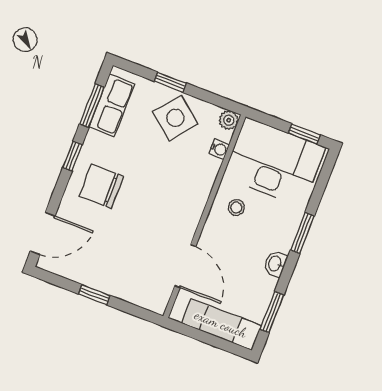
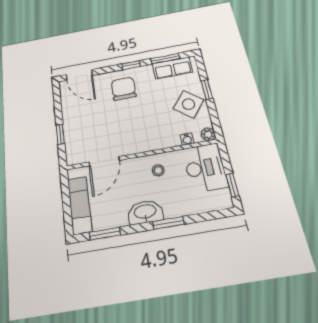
desk: (274, 162) -> (205, 168), width x0.73, depth x0.77
washbasin: (275, 264) -> (145, 212), width x1.91, depth x1.45
window: (94, 295) -> (60, 134), moved

